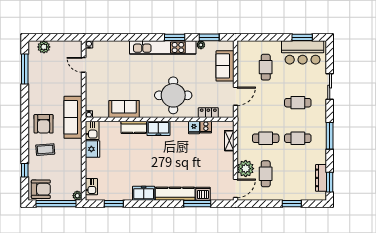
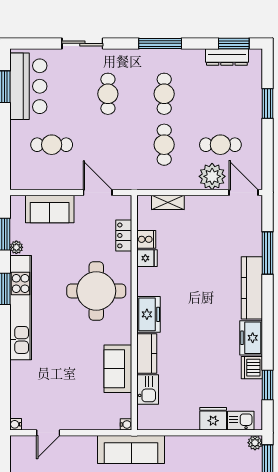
kitchen sink: (92, 130) -> (148, 390), moved, turned 90
fridge: (93, 149) -> (213, 419), moved
dishwasher: (203, 194) -> (252, 368), moved

